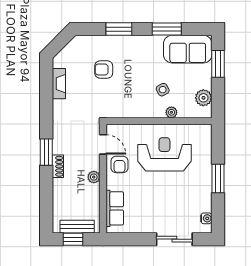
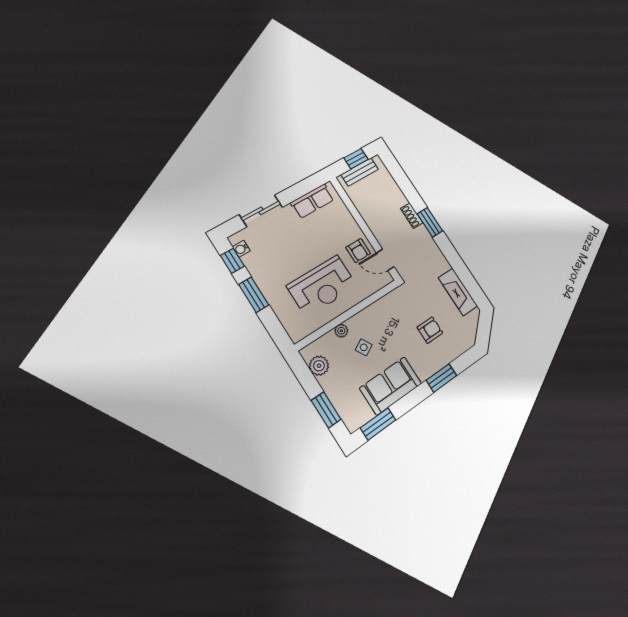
window: (167, 29) -> (378, 424), moved
sofa: (188, 49) -> (391, 386), moved
fireplace: (59, 84) -> (458, 292), width x1.37, depth x1.32
armchair: (120, 164) -> (358, 251), turned 180
plant: (94, 177) -> (374, 225), removed
row of seats: (115, 208) -> (312, 201), moved, turned -90
window: (218, 213) -> (232, 261), added

